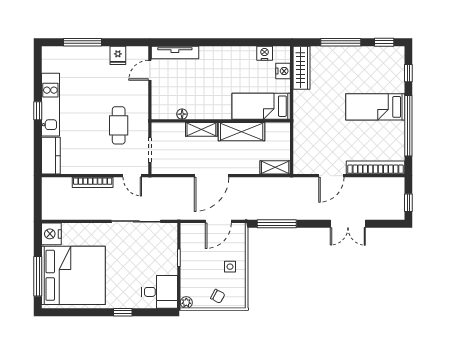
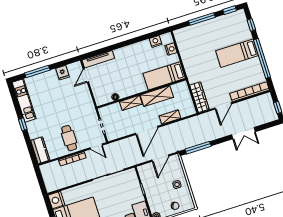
wardrobe: (302, 68) -> (199, 97), moved
kitchen unit: (50, 105) -> (24, 100), moved
cafe table: (119, 125) -> (69, 138), moved
shelving: (275, 167) -> (170, 117), moved

